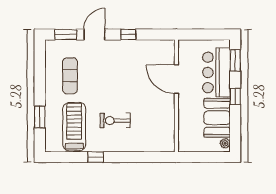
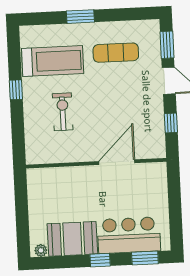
door: (176, 79) -> (117, 162), moved
wall: (176, 96) -> (96, 163), moved
window: (40, 117) -> (80, 17), moved

